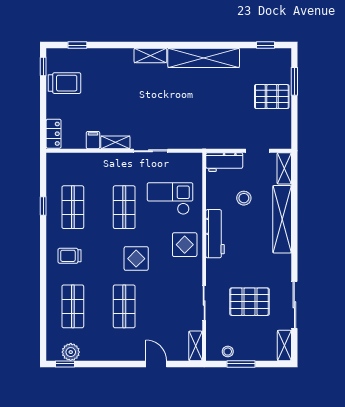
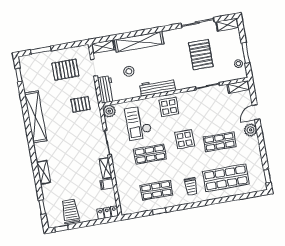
shelving: (150, 55) -> (44, 172), moved
pallet: (272, 97) -> (65, 70), moved, turned 90
pallet: (210, 123) -> (80, 104), added
plant: (194, 161) -> (109, 111), added
shop shelf: (73, 306) -> (226, 178), width x1.43, depth x1.36
plant: (71, 352) -> (251, 130), moved

